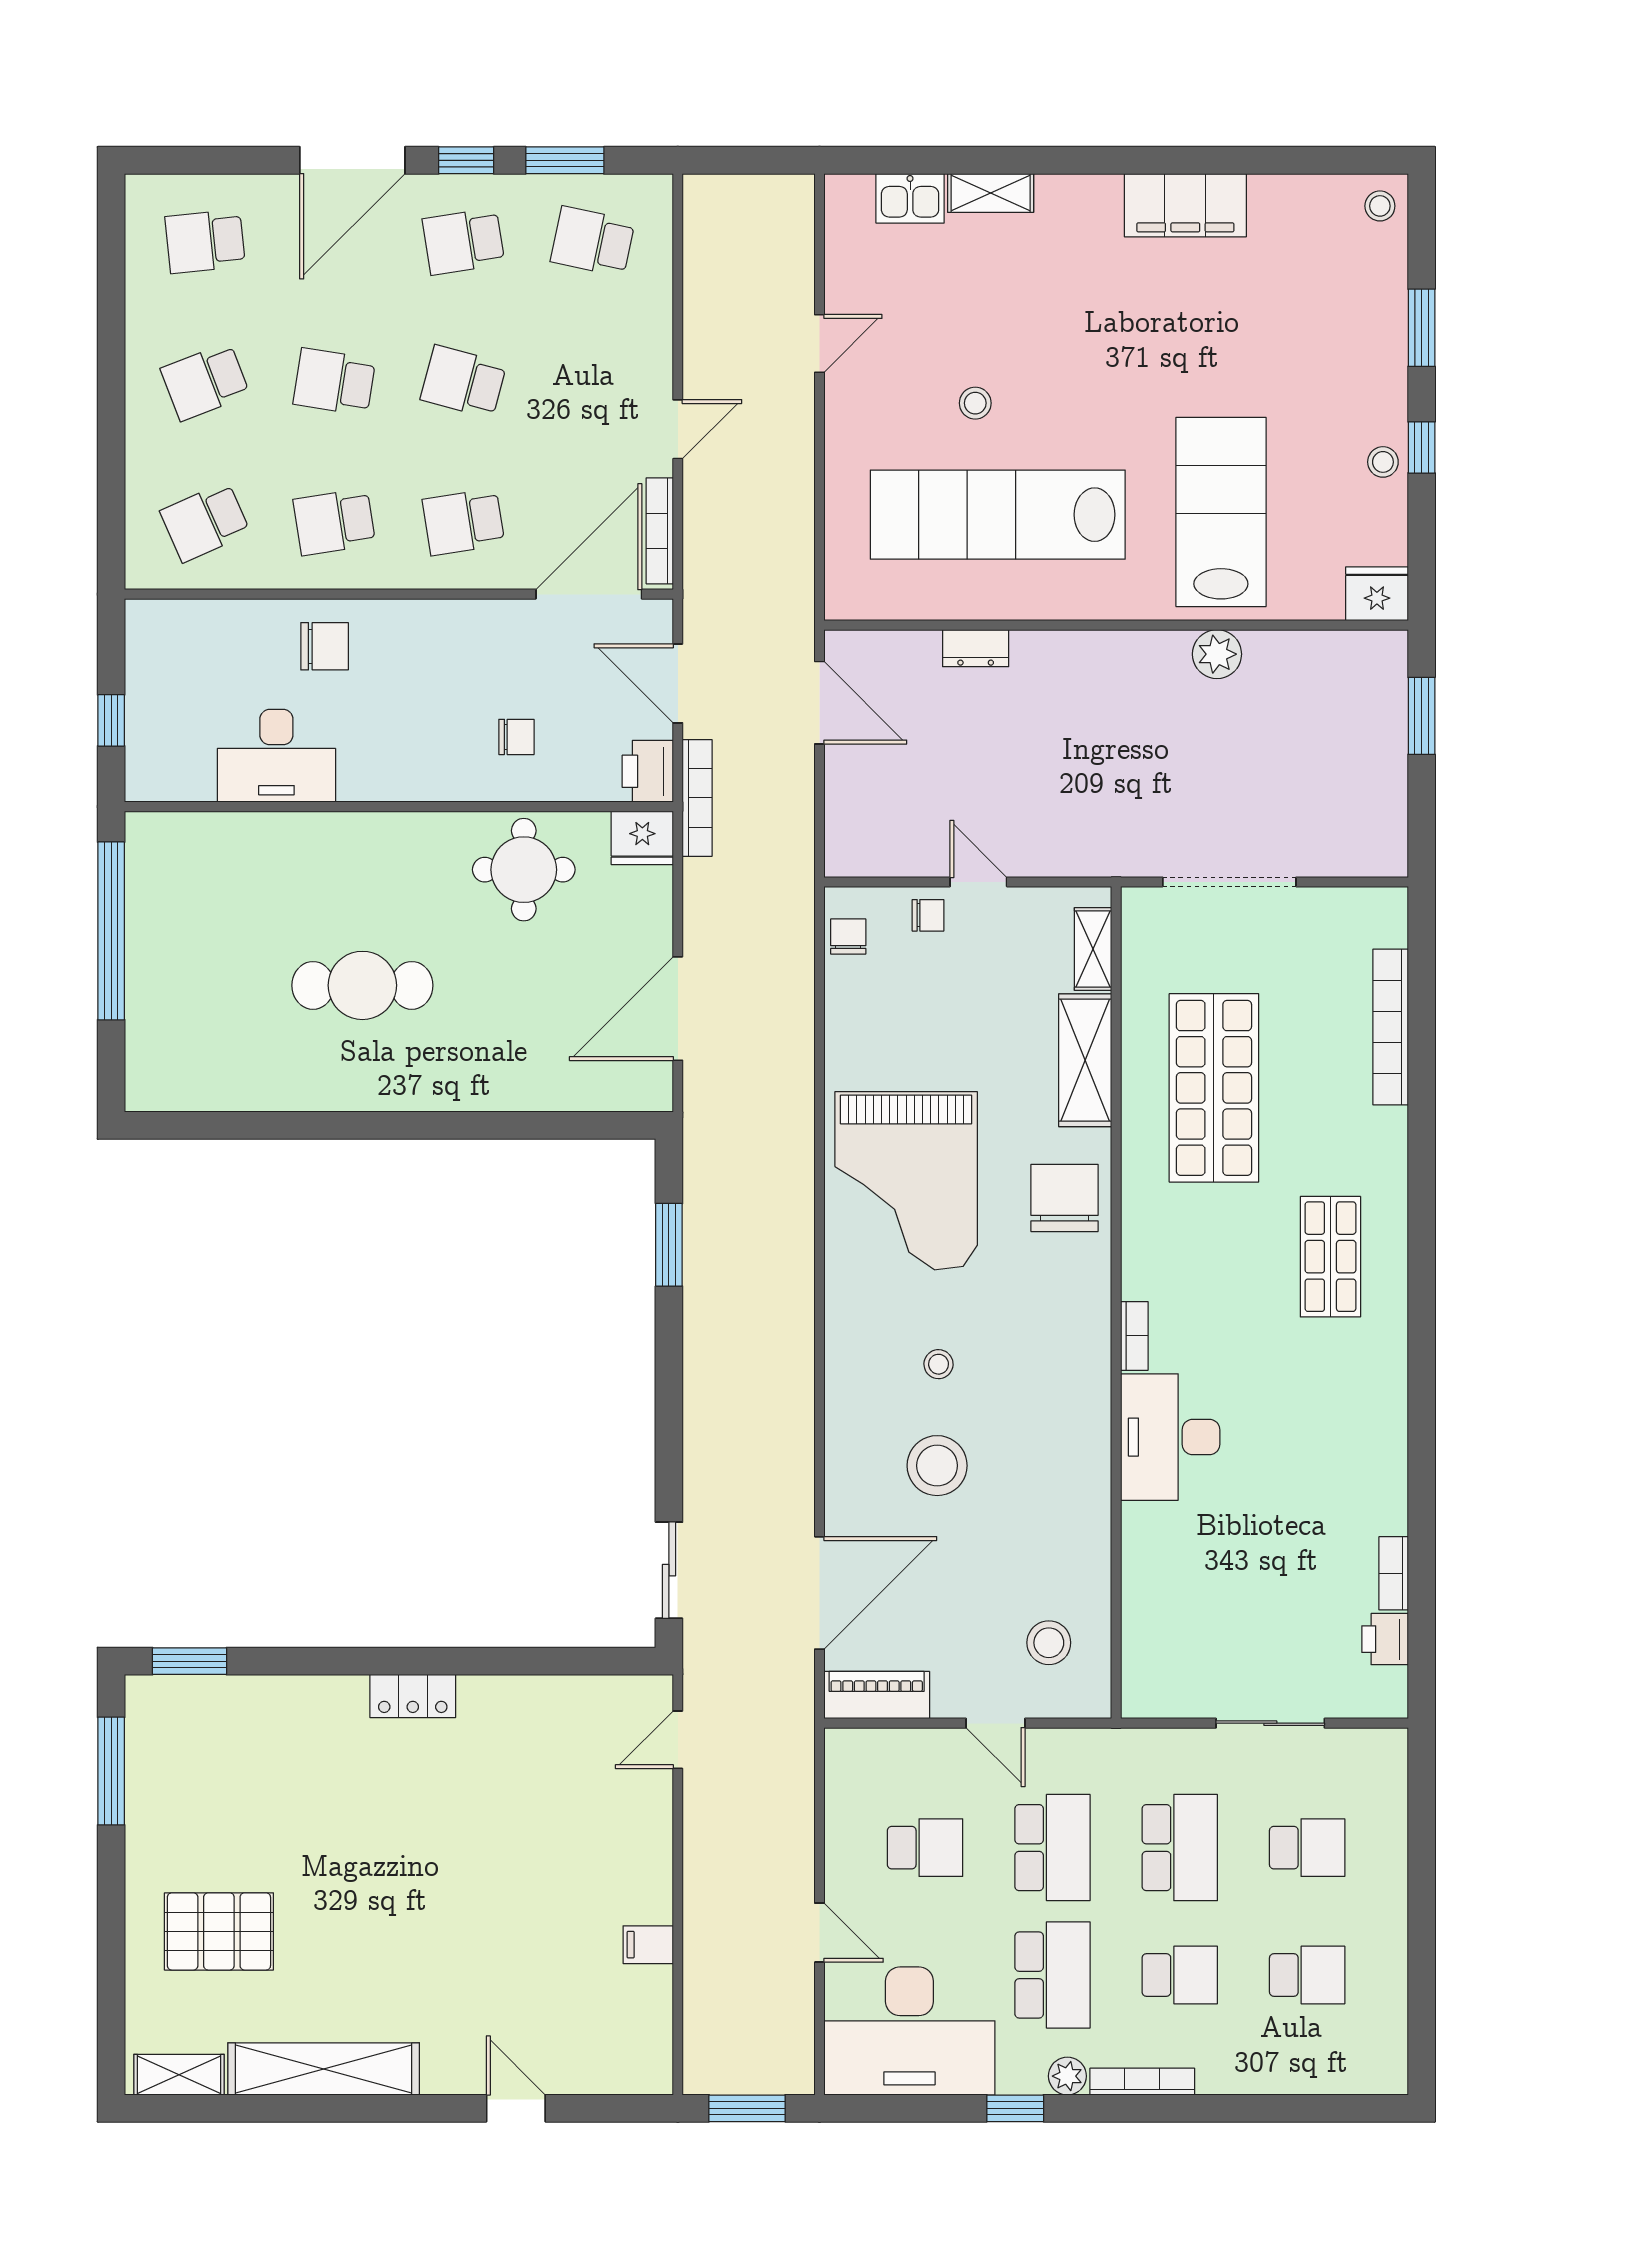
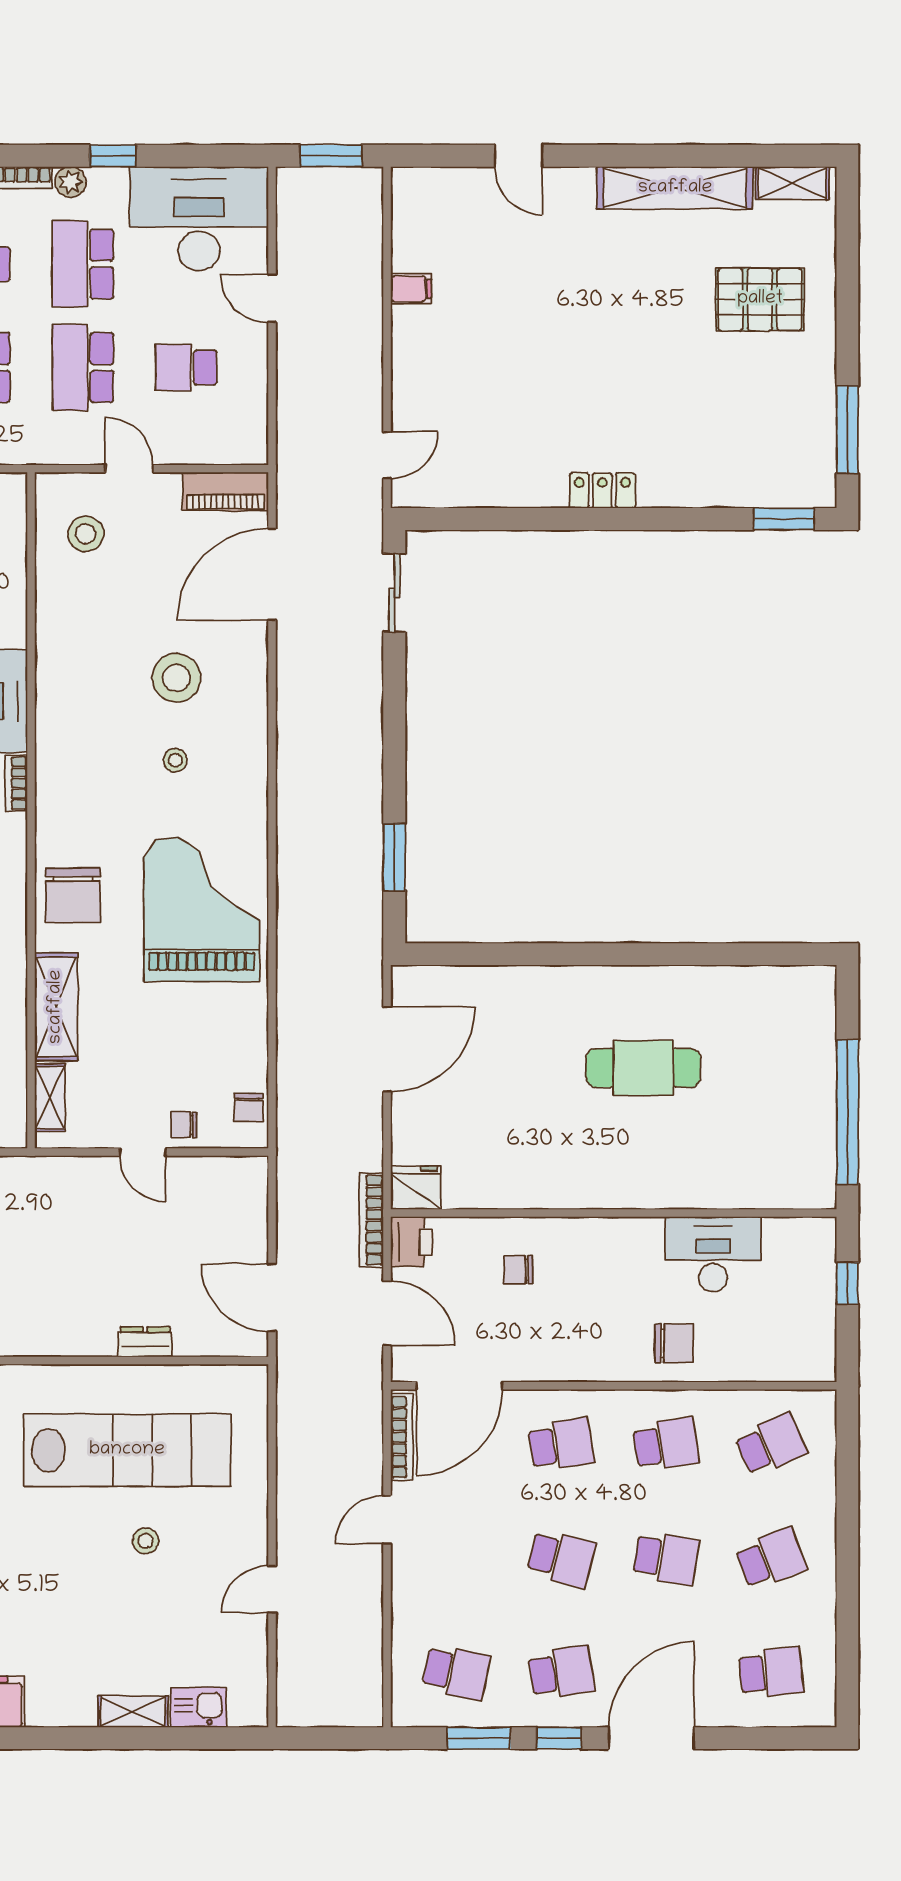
chair: (325, 646) -> (674, 1343), turned 180
round table: (524, 870) -> (512, 1162), removed

